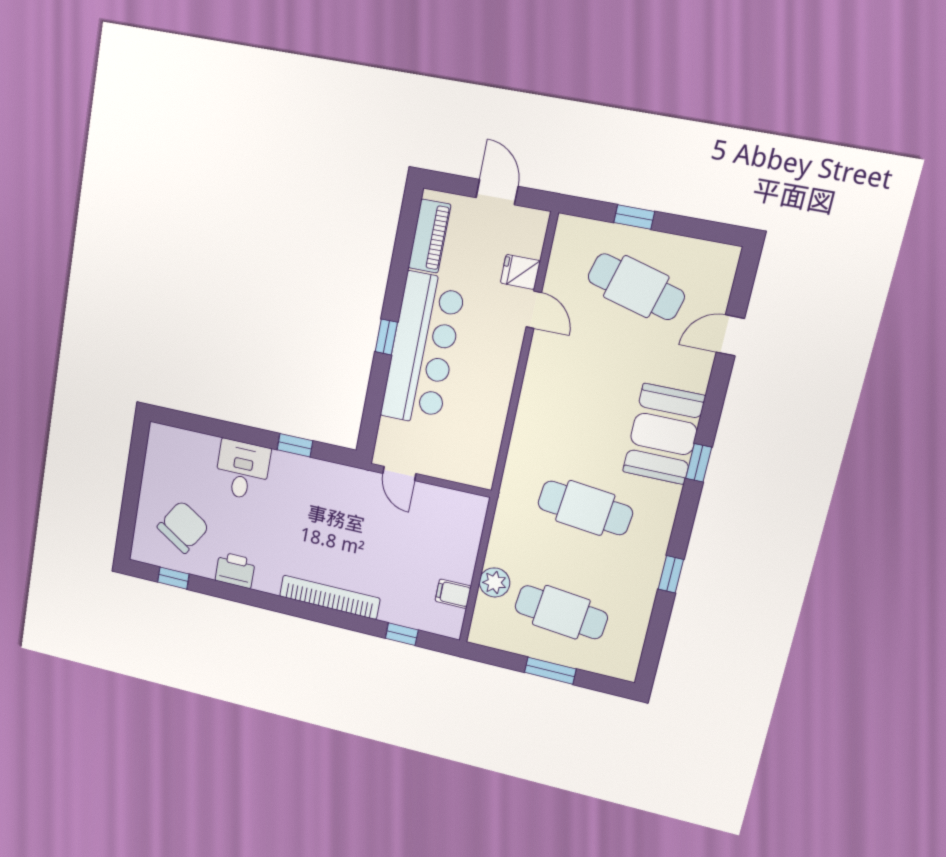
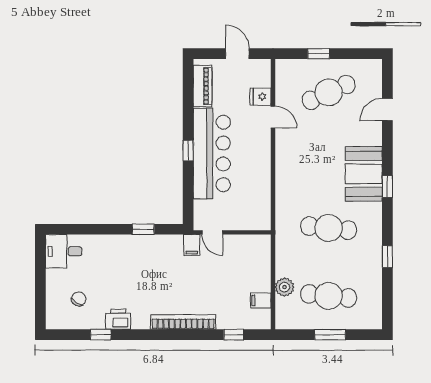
cafe table: (636, 287) -> (329, 92), turned -39
desk: (242, 470) -> (64, 251), moved, turned -90
filing cabinet: (364, 486) -> (192, 245), added
chair: (183, 527) -> (79, 299), width x0.54, depth x0.54
window: (173, 578) -> (101, 335), moved

